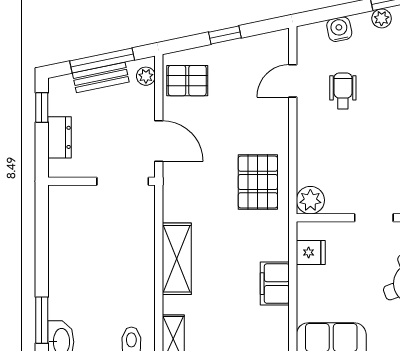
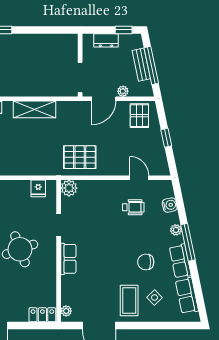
plant: (146, 76) -> (123, 91), moved
filing cabinet: (275, 284) -> (20, 167), removed

